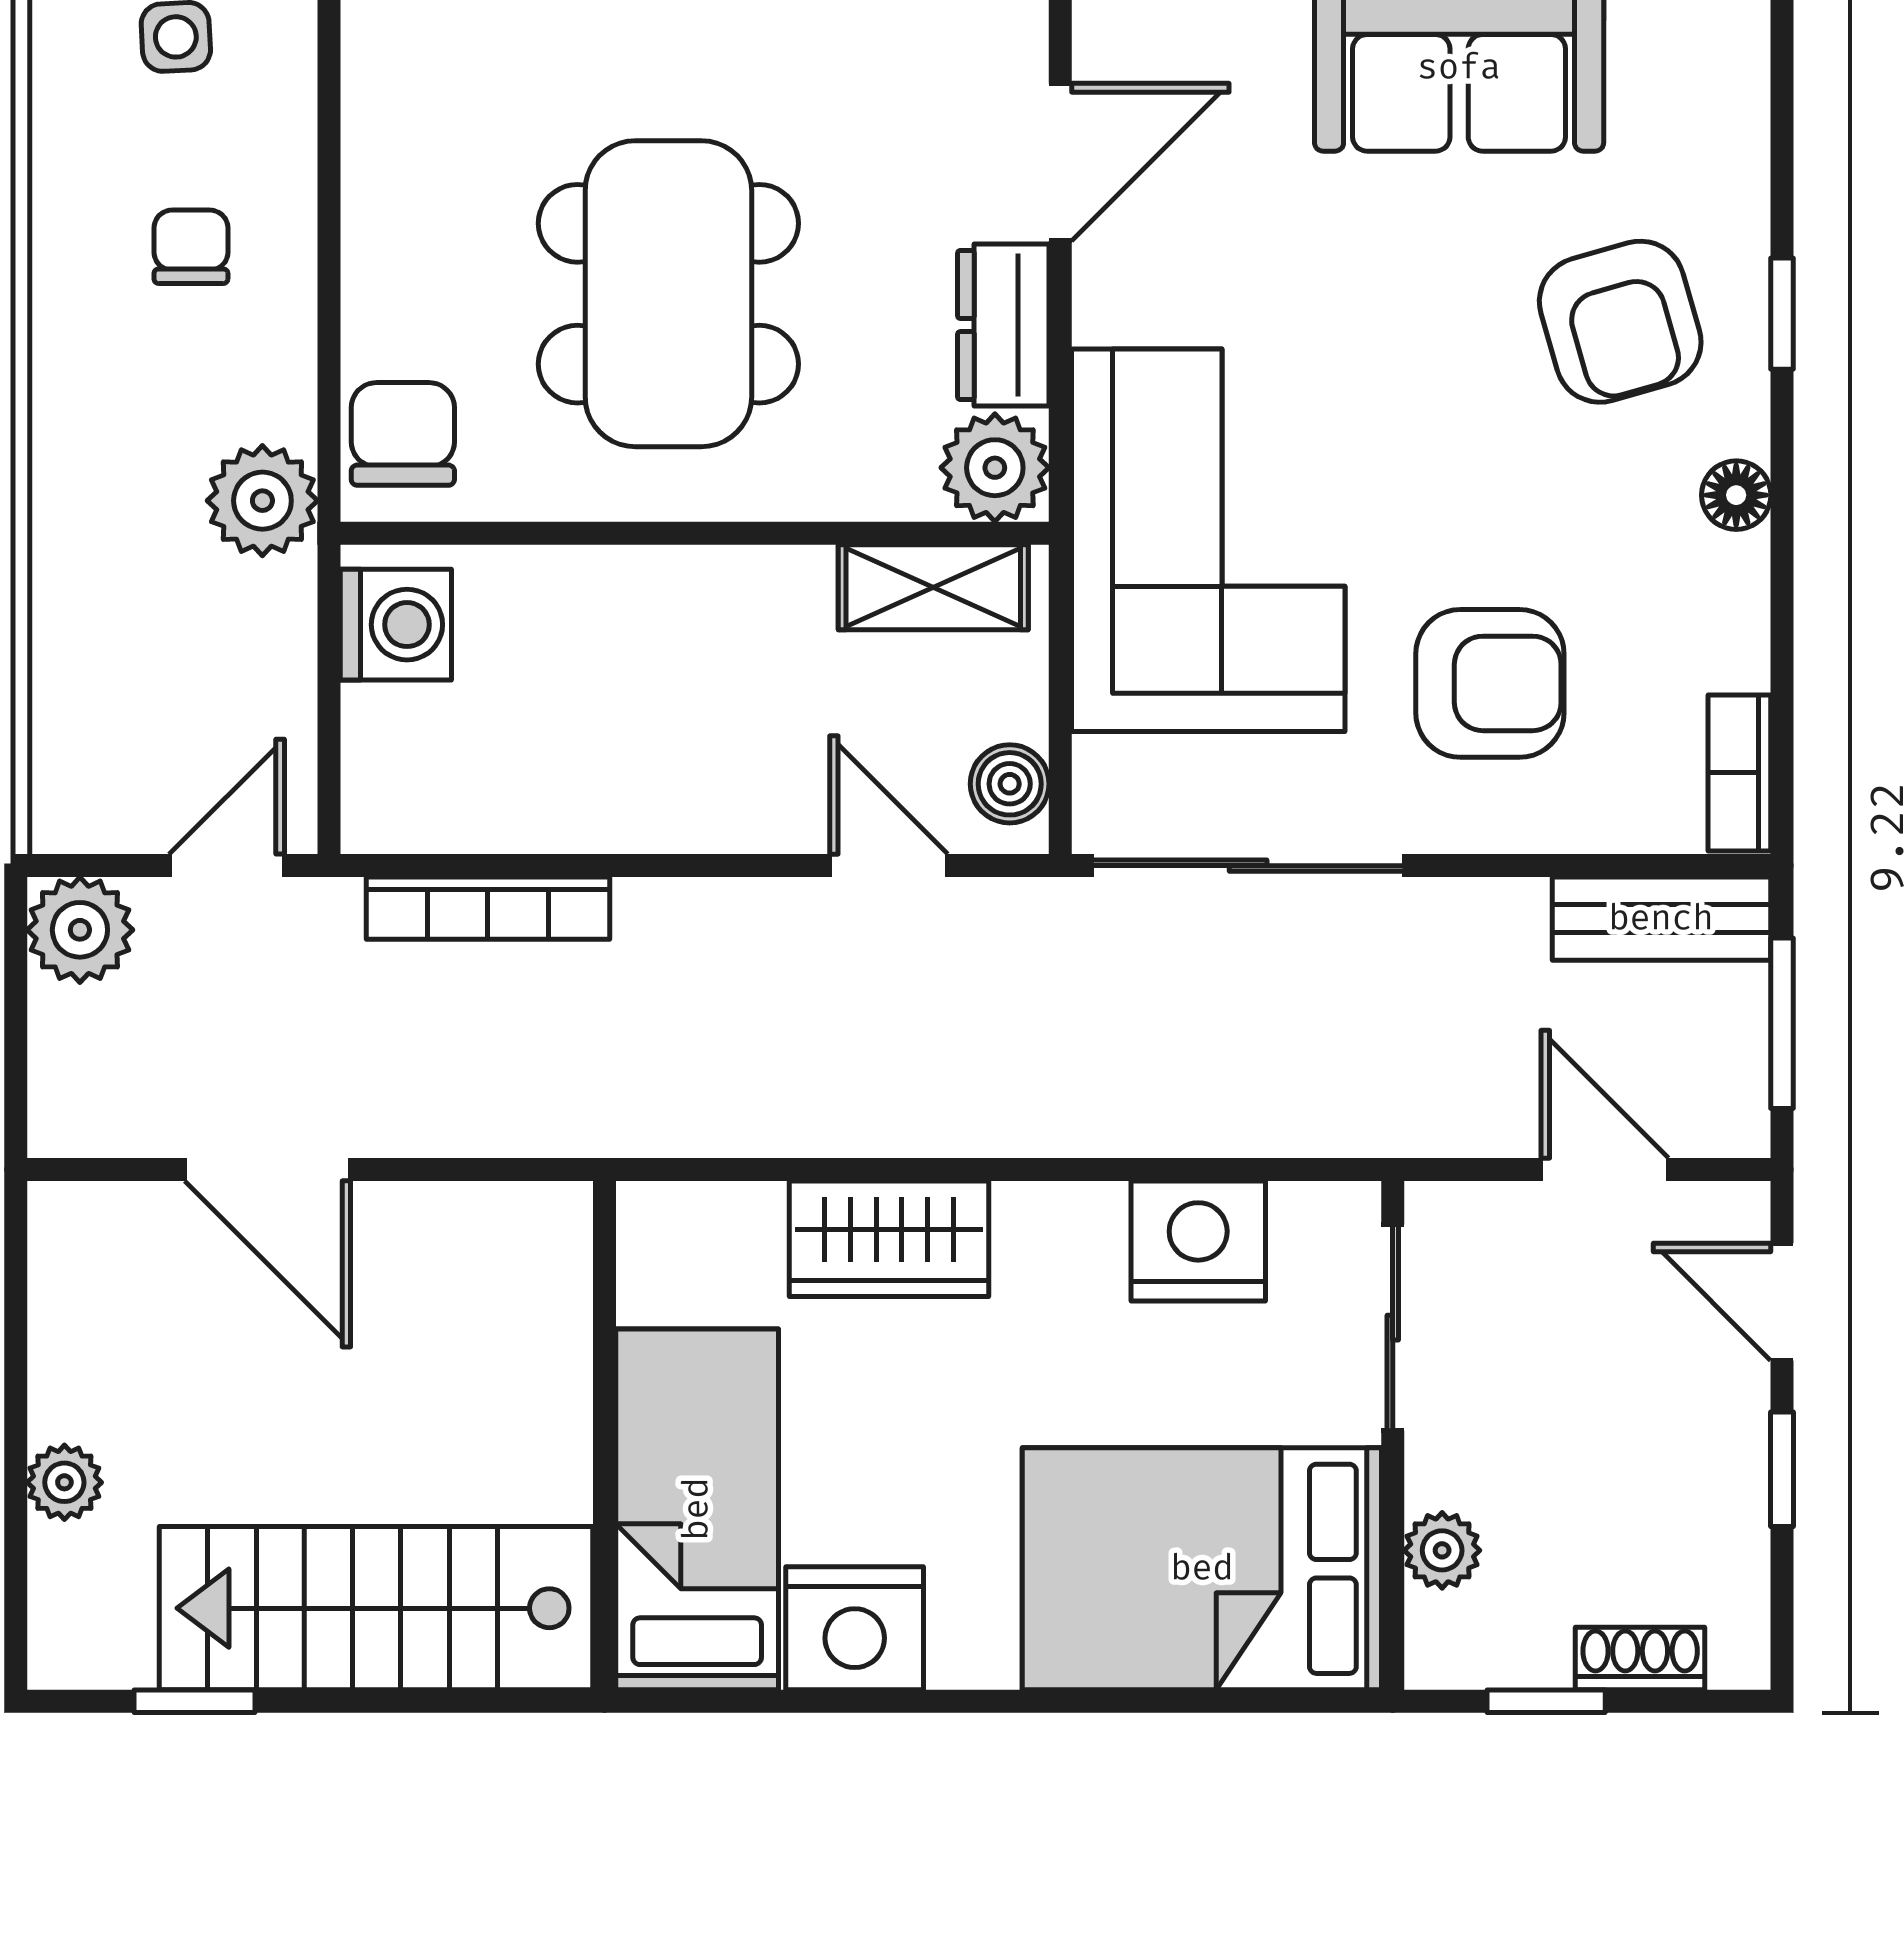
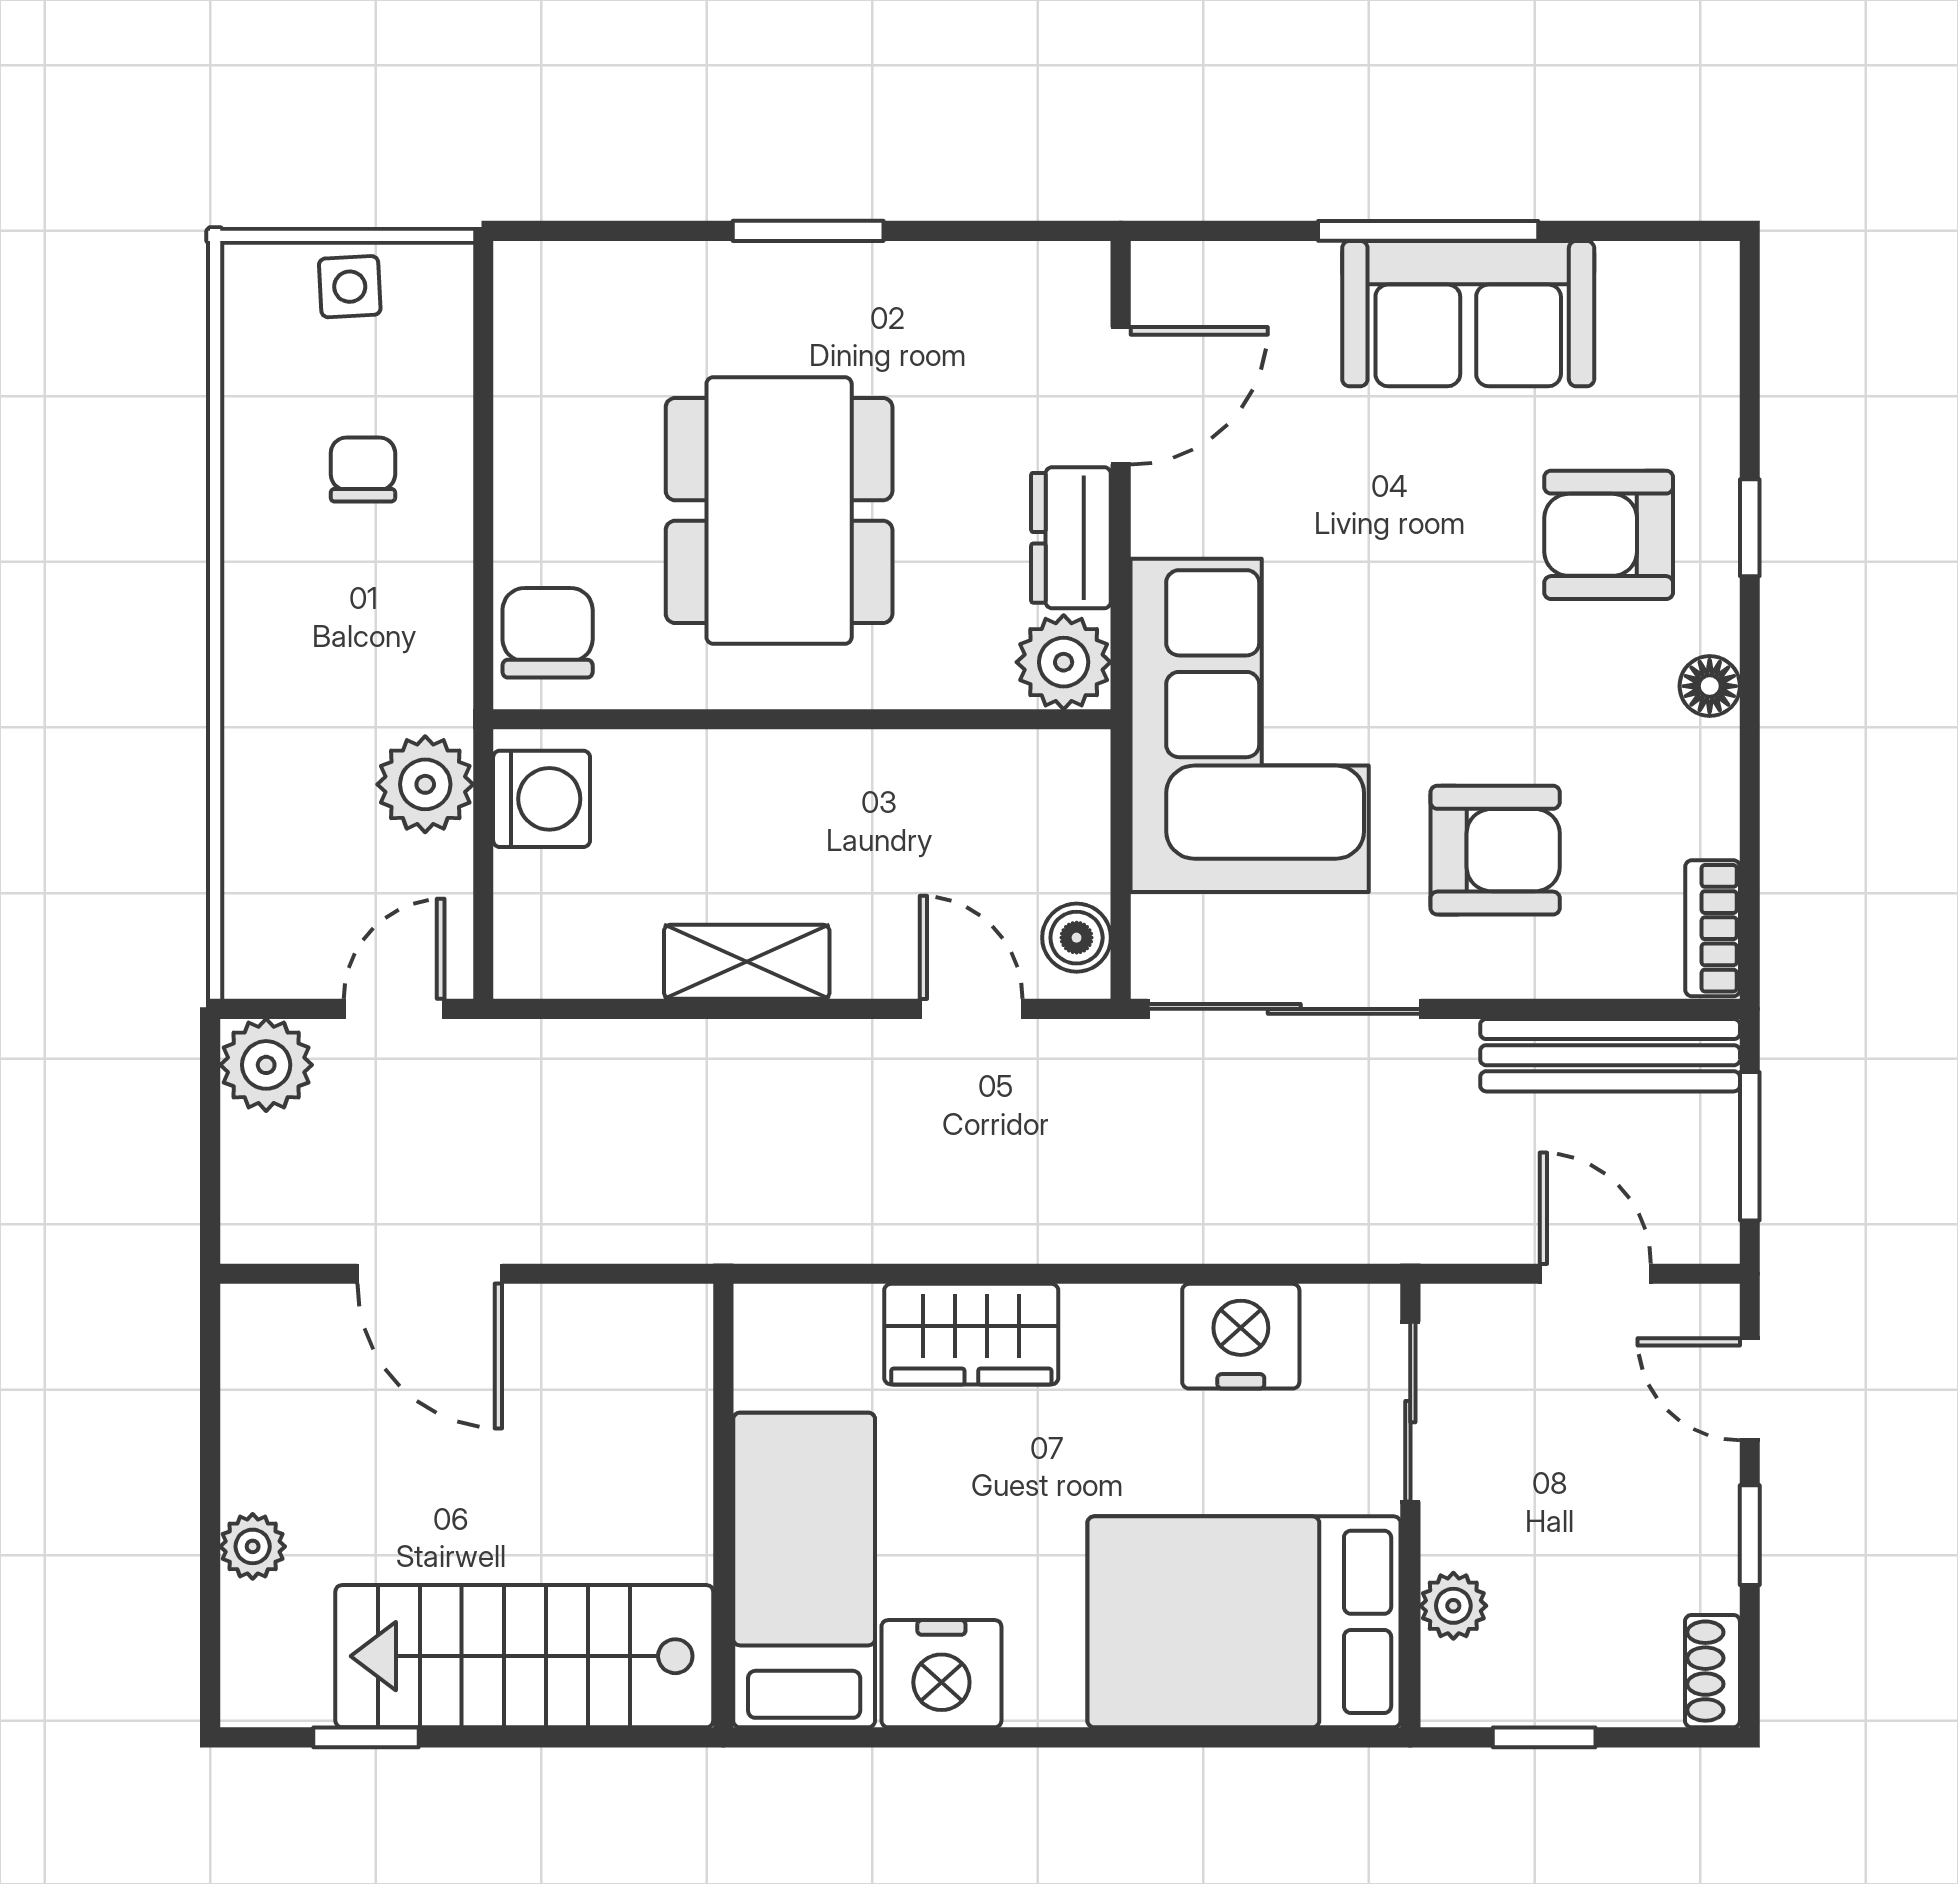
armchair: (1620, 322) -> (1609, 535), turned 106
plant: (262, 501) -> (425, 784), moved
shelving: (933, 587) -> (747, 962), moved
bookcase: (488, 908) -> (622, 1046), removed
bench: (1661, 919) -> (1610, 1055), width x1.36
shoe rack: (1640, 1659) -> (1712, 1671), moved, turned -90

